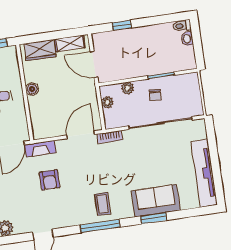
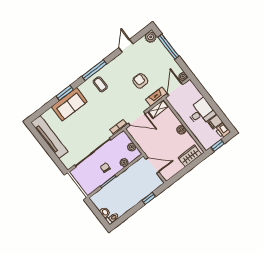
shelving: (70, 43) -> (158, 109), moved
door: (81, 135) -> (137, 119), hinge flipped

